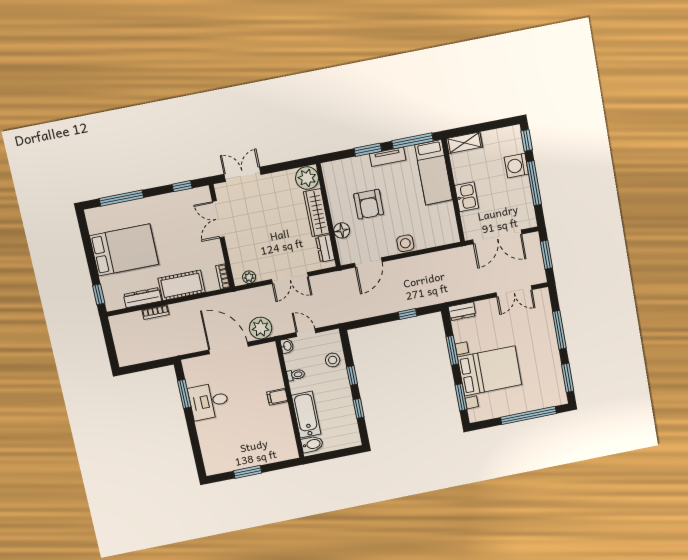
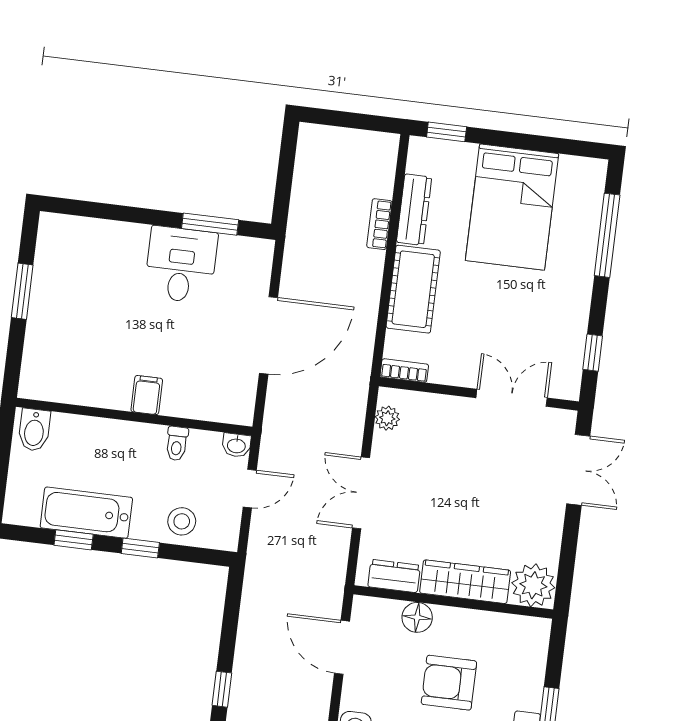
plant: (261, 328) -> (286, 407), removed
bathtub: (306, 415) -> (86, 513), moved, turned 180

